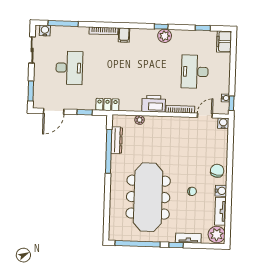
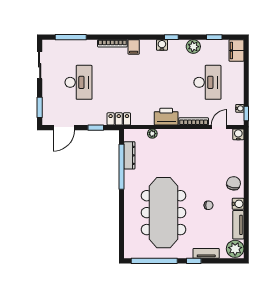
water cooler: (45, 31) -> (162, 45), moved
plant: (165, 36) -> (193, 47), moved
desk: (195, 72) -> (207, 82), turned 180

